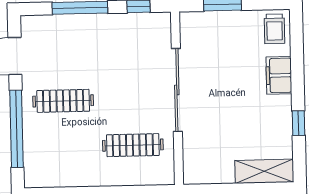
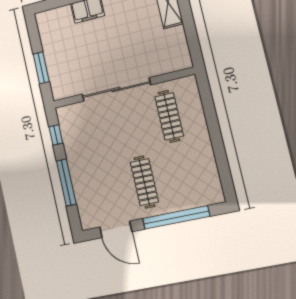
trolley: (274, 29) -> (52, 22), removed

